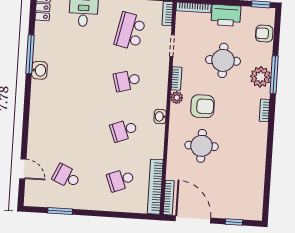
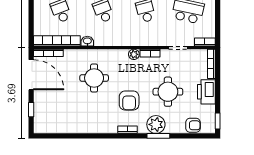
armchair: (264, 34) -> (193, 125), turned 90
window: (274, 75) -> (158, 136), width x0.69
armchair: (202, 106) -> (129, 101), moved
washbasin: (160, 117) -> (87, 41), moved
door: (193, 219) -> (31, 75), hinge flipped

